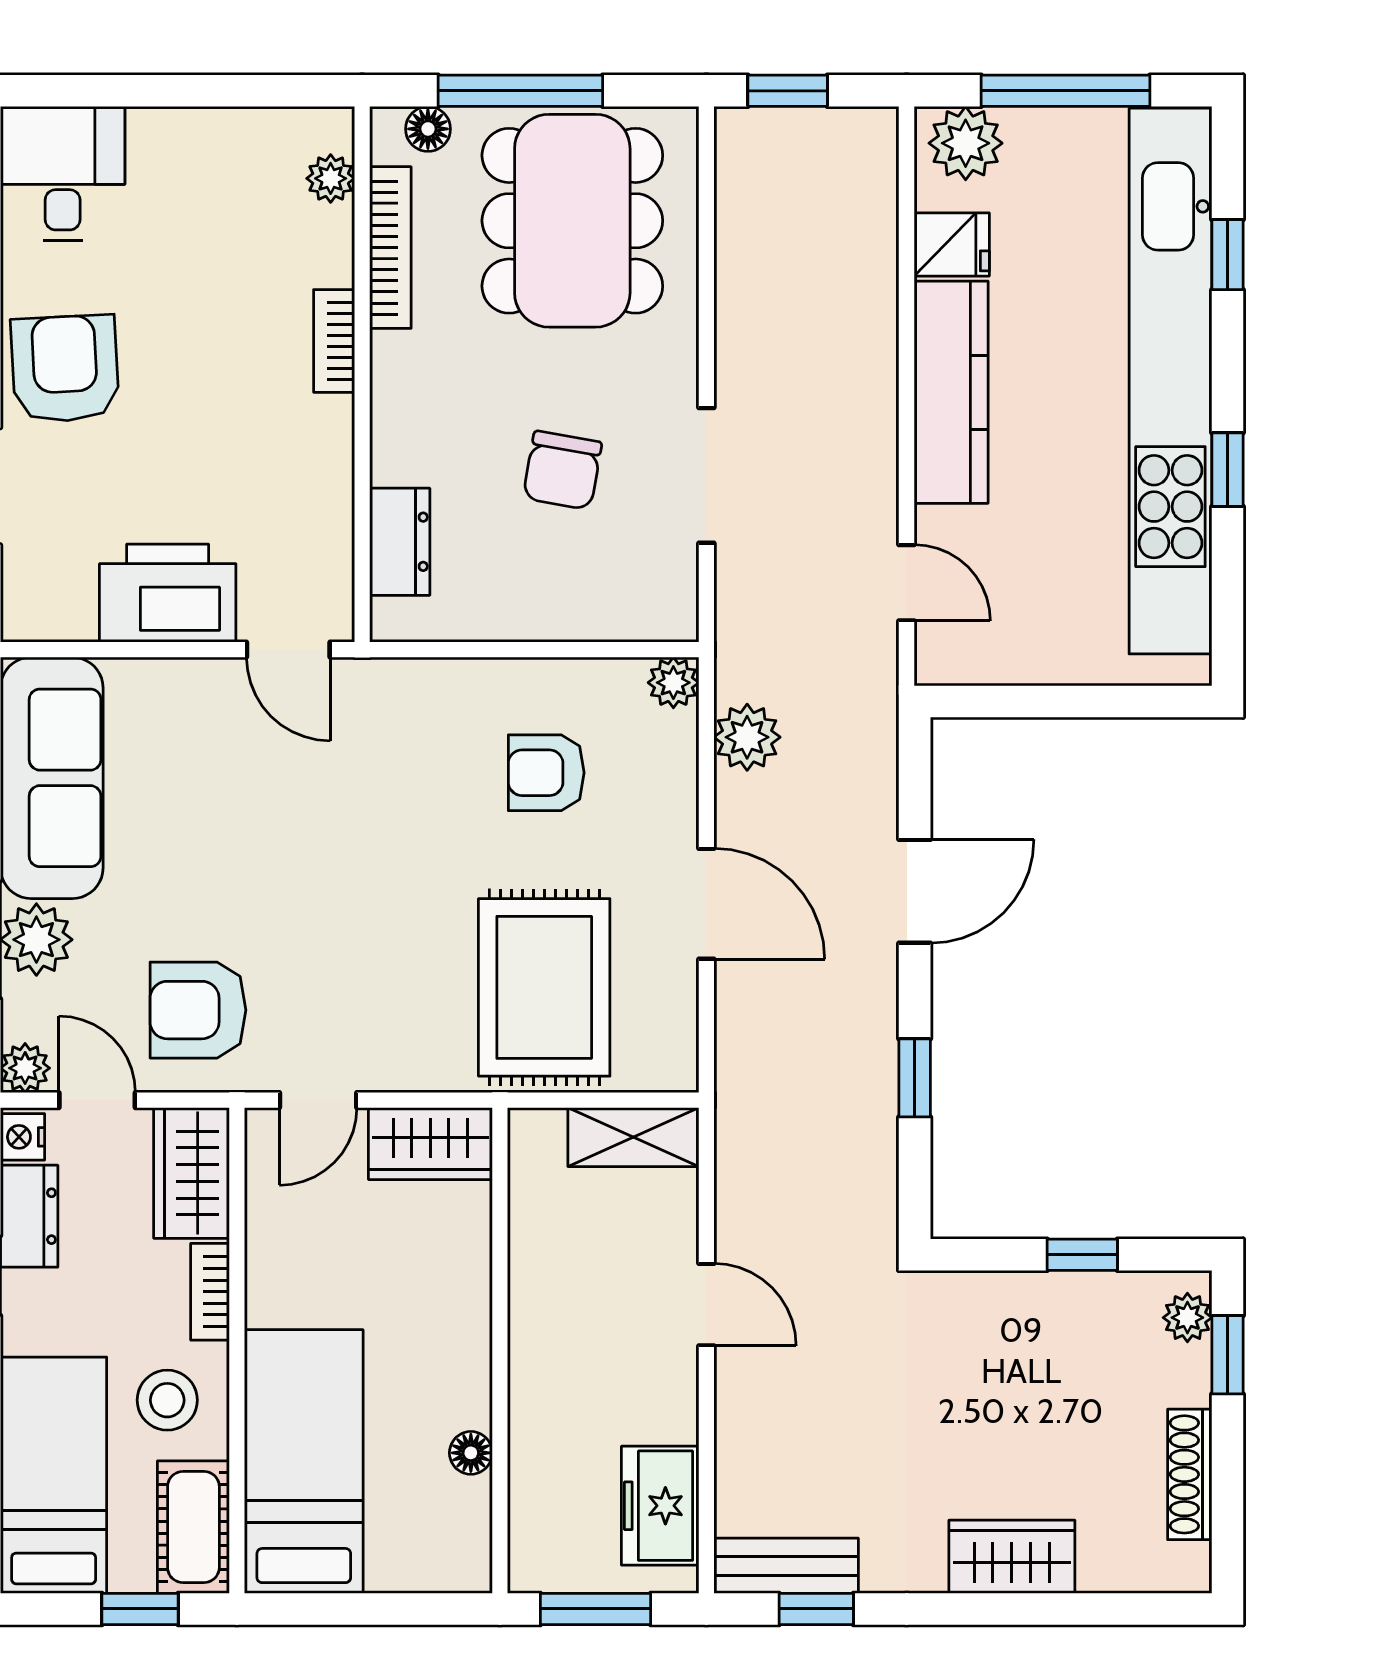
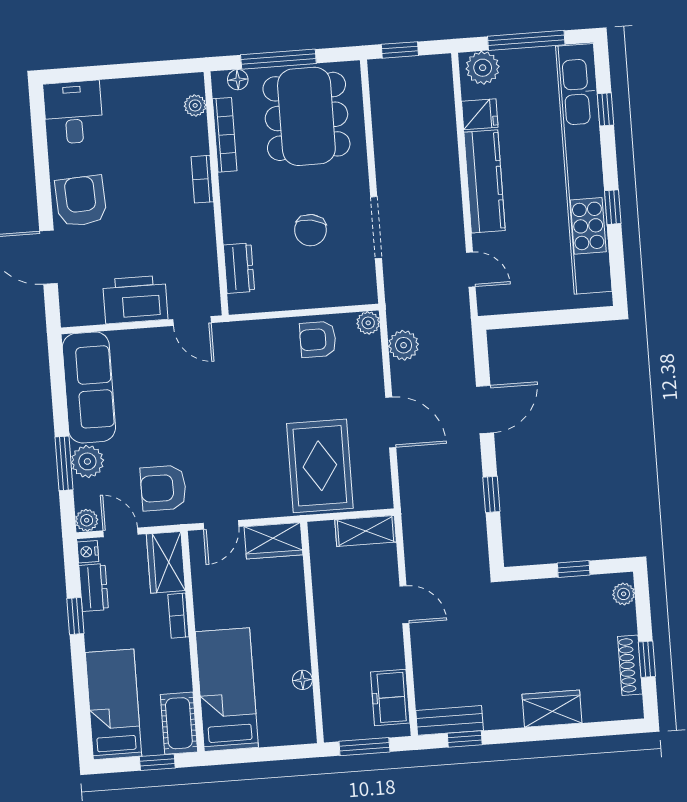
armchair: (546, 773) -> (318, 339), moved
window: (1228, 1355) -> (647, 659), moved
stool: (167, 1400) -> (163, 666), removed

